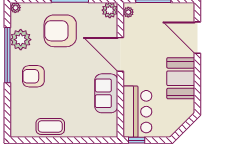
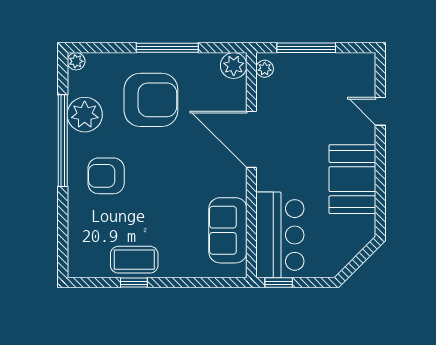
armchair: (60, 31) -> (151, 100), turned 180
door: (197, 38) -> (380, 111), width x0.53
sofa: (106, 93) -> (228, 230), moved
window: (50, 140) -> (134, 283), added

